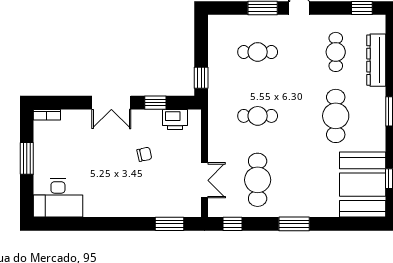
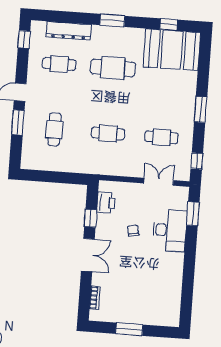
window: (201, 78) -> (73, 178), removed
bookcase: (47, 115) -> (95, 298), moved
cafe table: (258, 116) -> (108, 133), turned 90
cafe table: (258, 180) -> (161, 137), width x0.73, depth x0.74
desk: (58, 198) -> (170, 230), moved

